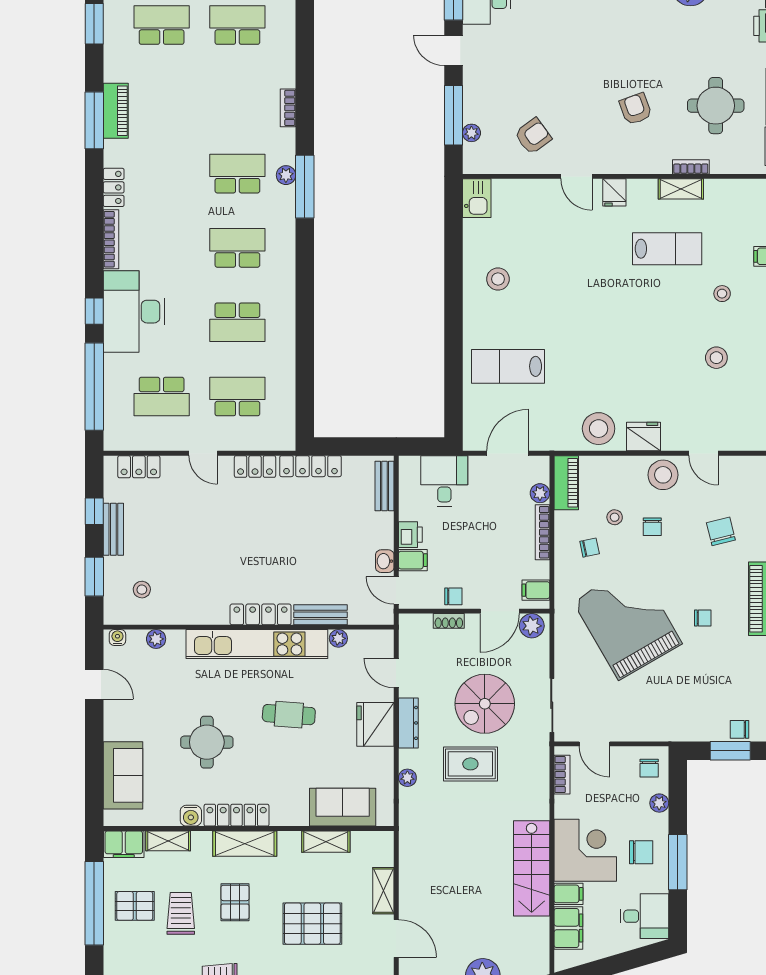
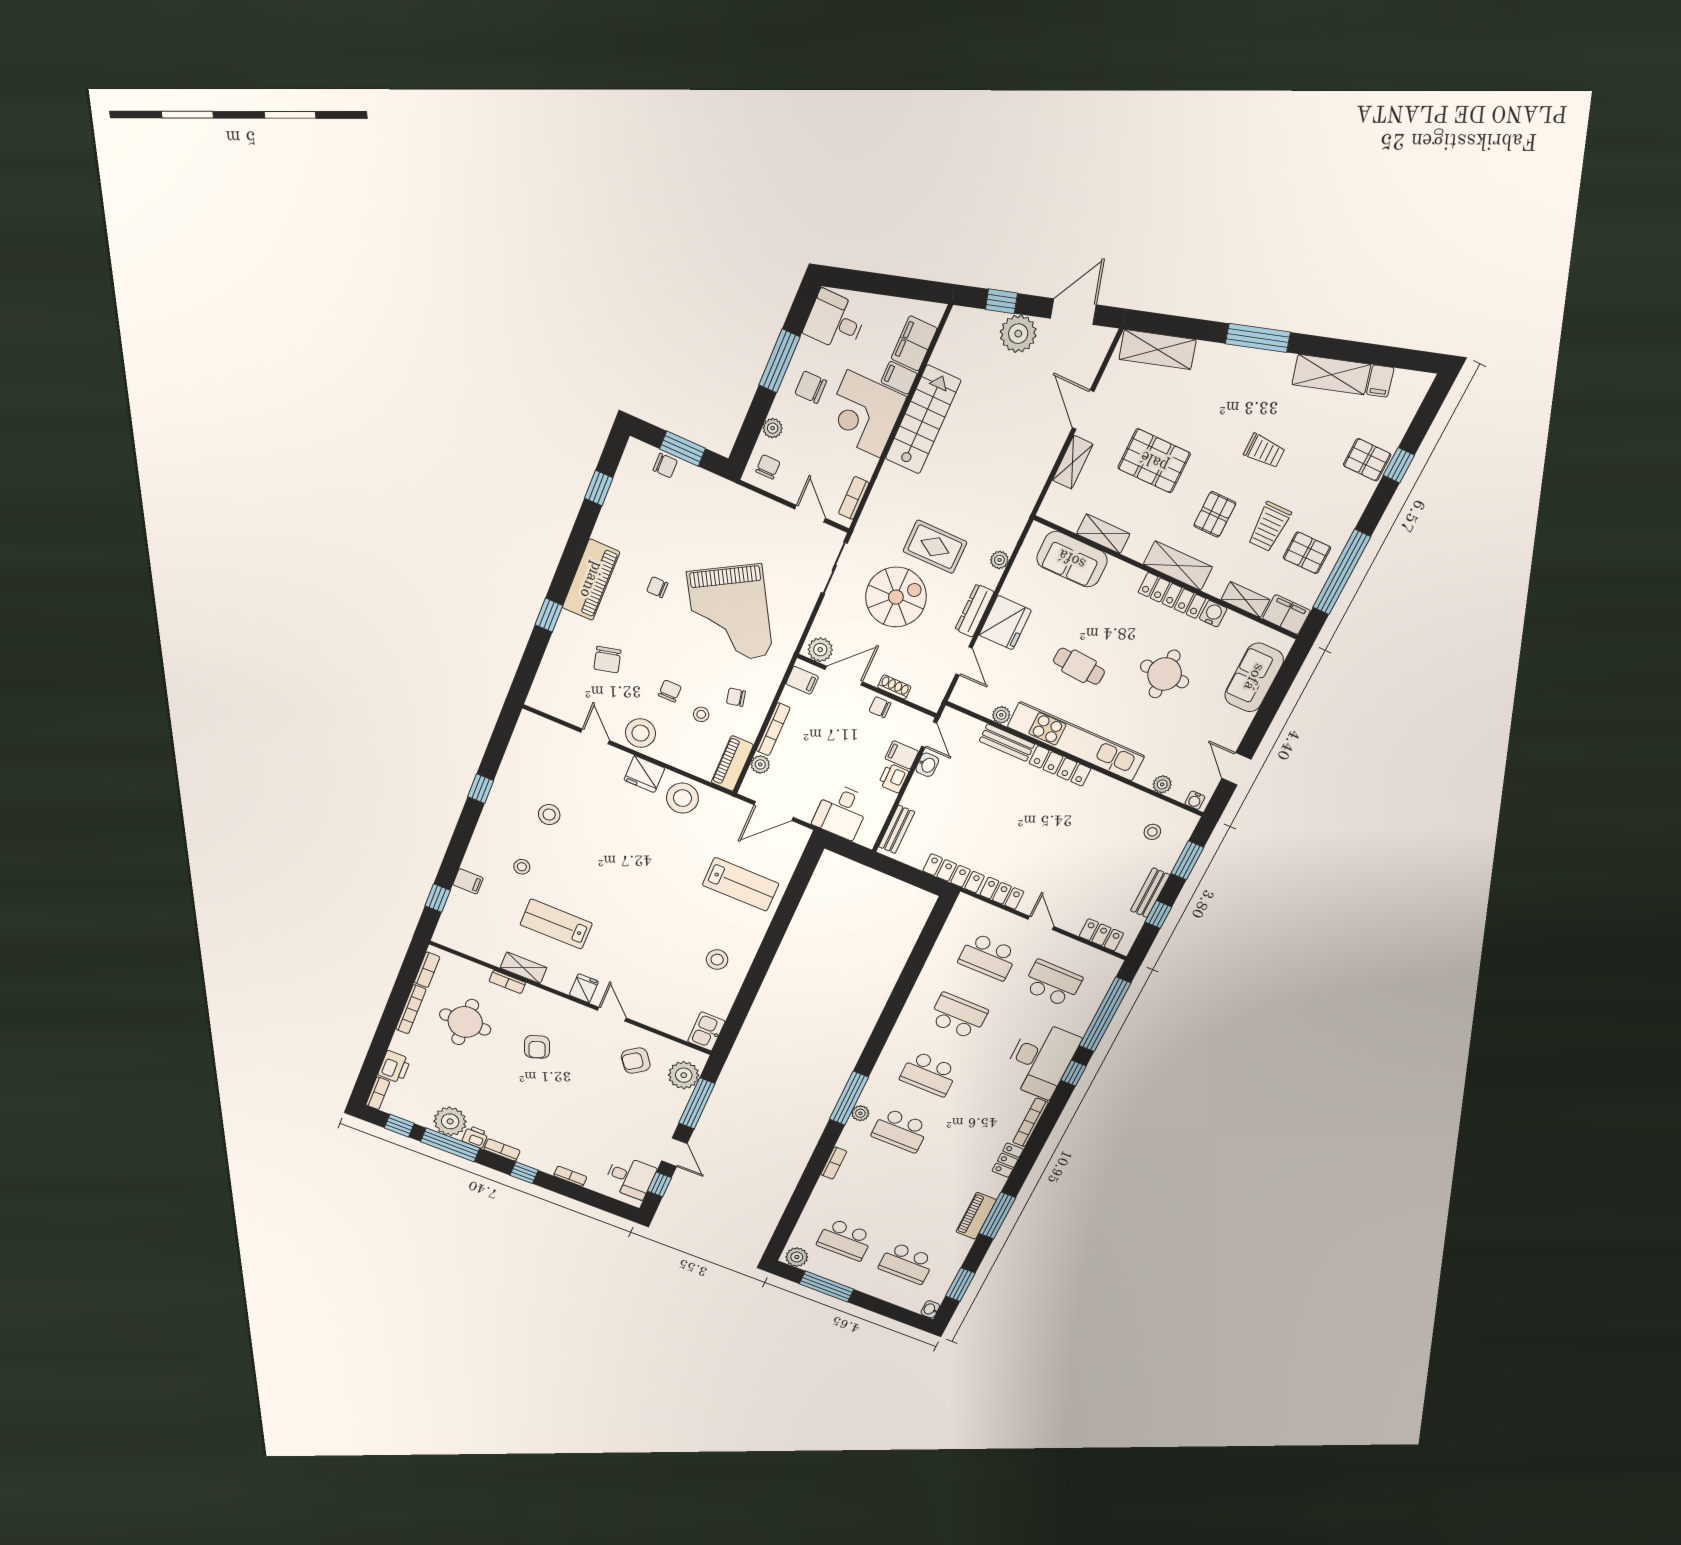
plant: (471, 133) -> (684, 1075), width x1.88, depth x1.88

